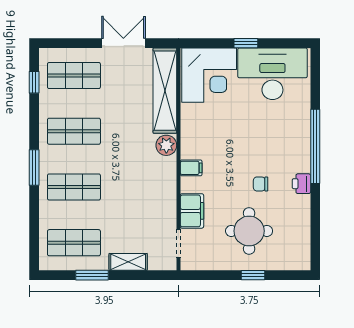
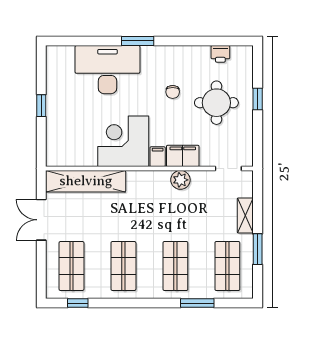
desk: (272, 74) -> (108, 70), moved, turned 90
corner desk: (209, 75) -> (123, 141), moved, turned -90
plant: (166, 145) -> (180, 180), moved
window: (315, 146) -> (138, 41), width x0.47
window: (34, 167) -> (197, 303), moved
printer: (301, 184) -> (220, 54), moved
filing cabinet: (192, 211) -> (183, 156), moved

